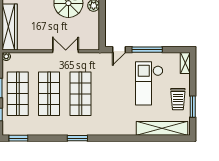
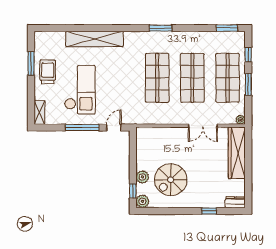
double door: (66, 51) -> (203, 126), moved
shelving: (162, 128) -> (94, 39), moved

